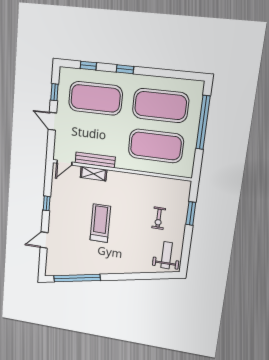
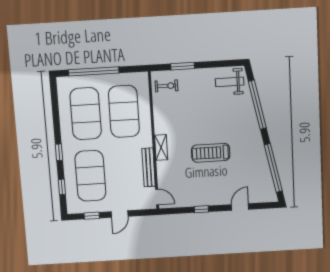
shelving: (94, 174) -> (161, 147), moved
exercise bike: (159, 218) -> (167, 86), moved
door: (44, 240) -> (240, 207), swing flipped
window: (140, 276) -> (257, 105), added

